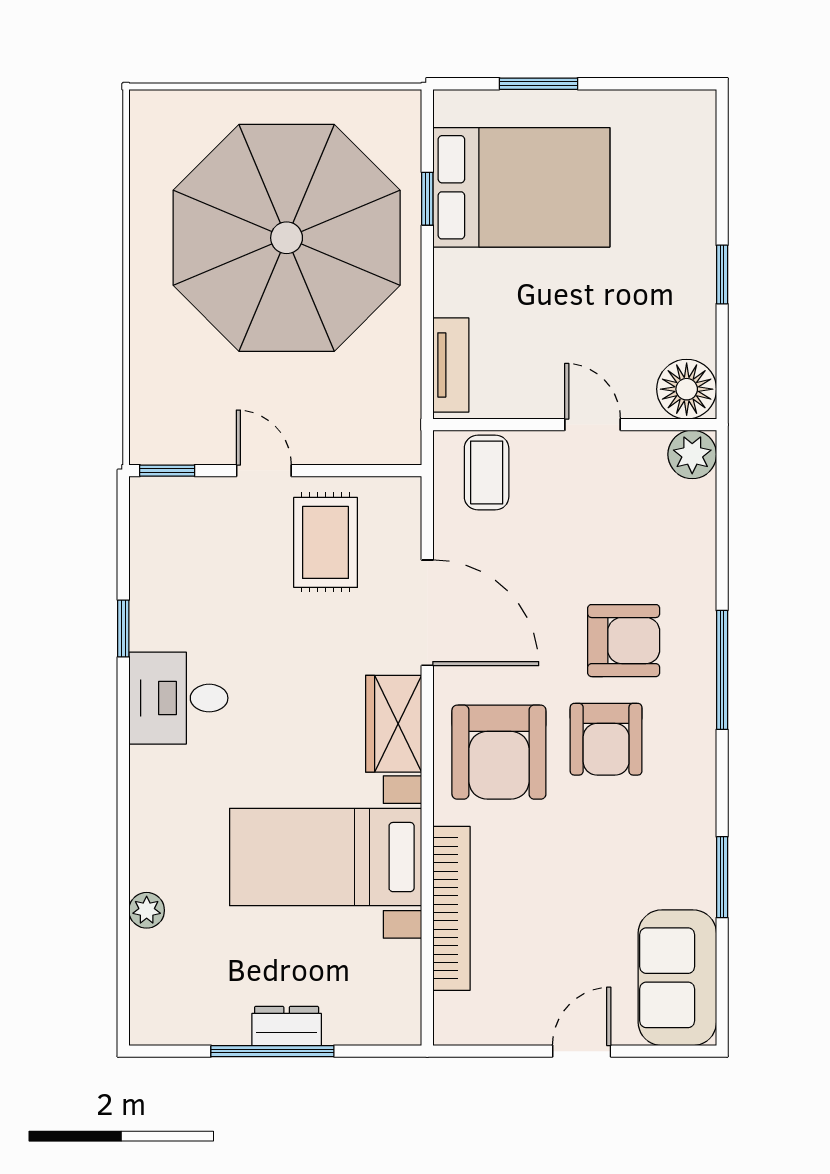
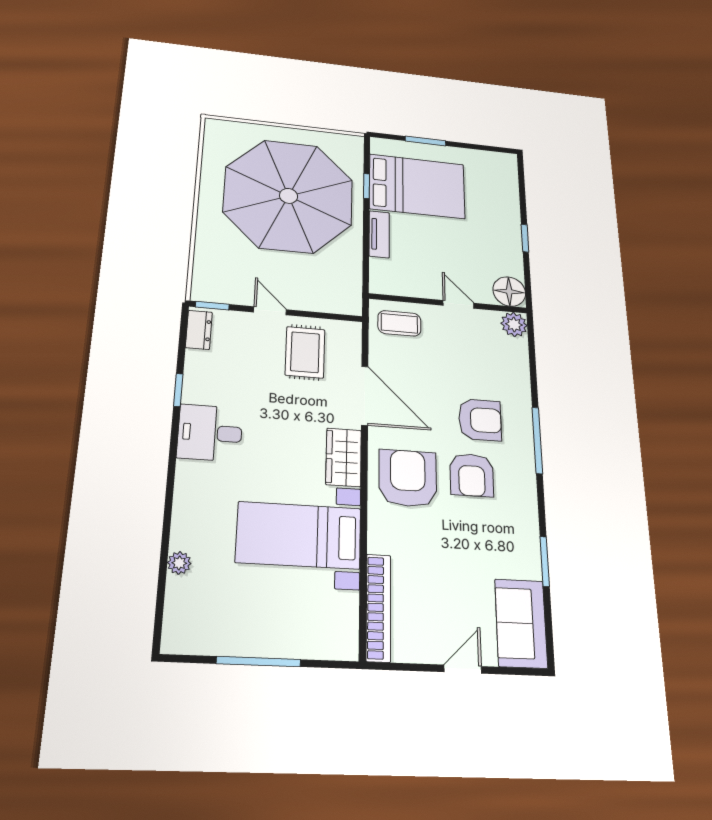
tv unit: (451, 365) -> (379, 234), moved
coffee table: (487, 472) -> (399, 323), turned 90
armchair: (499, 752) -> (408, 478), turned 180
bookcase: (451, 908) -> (378, 607), moved
dresser: (287, 1026) -> (199, 330), moved, turned 90

